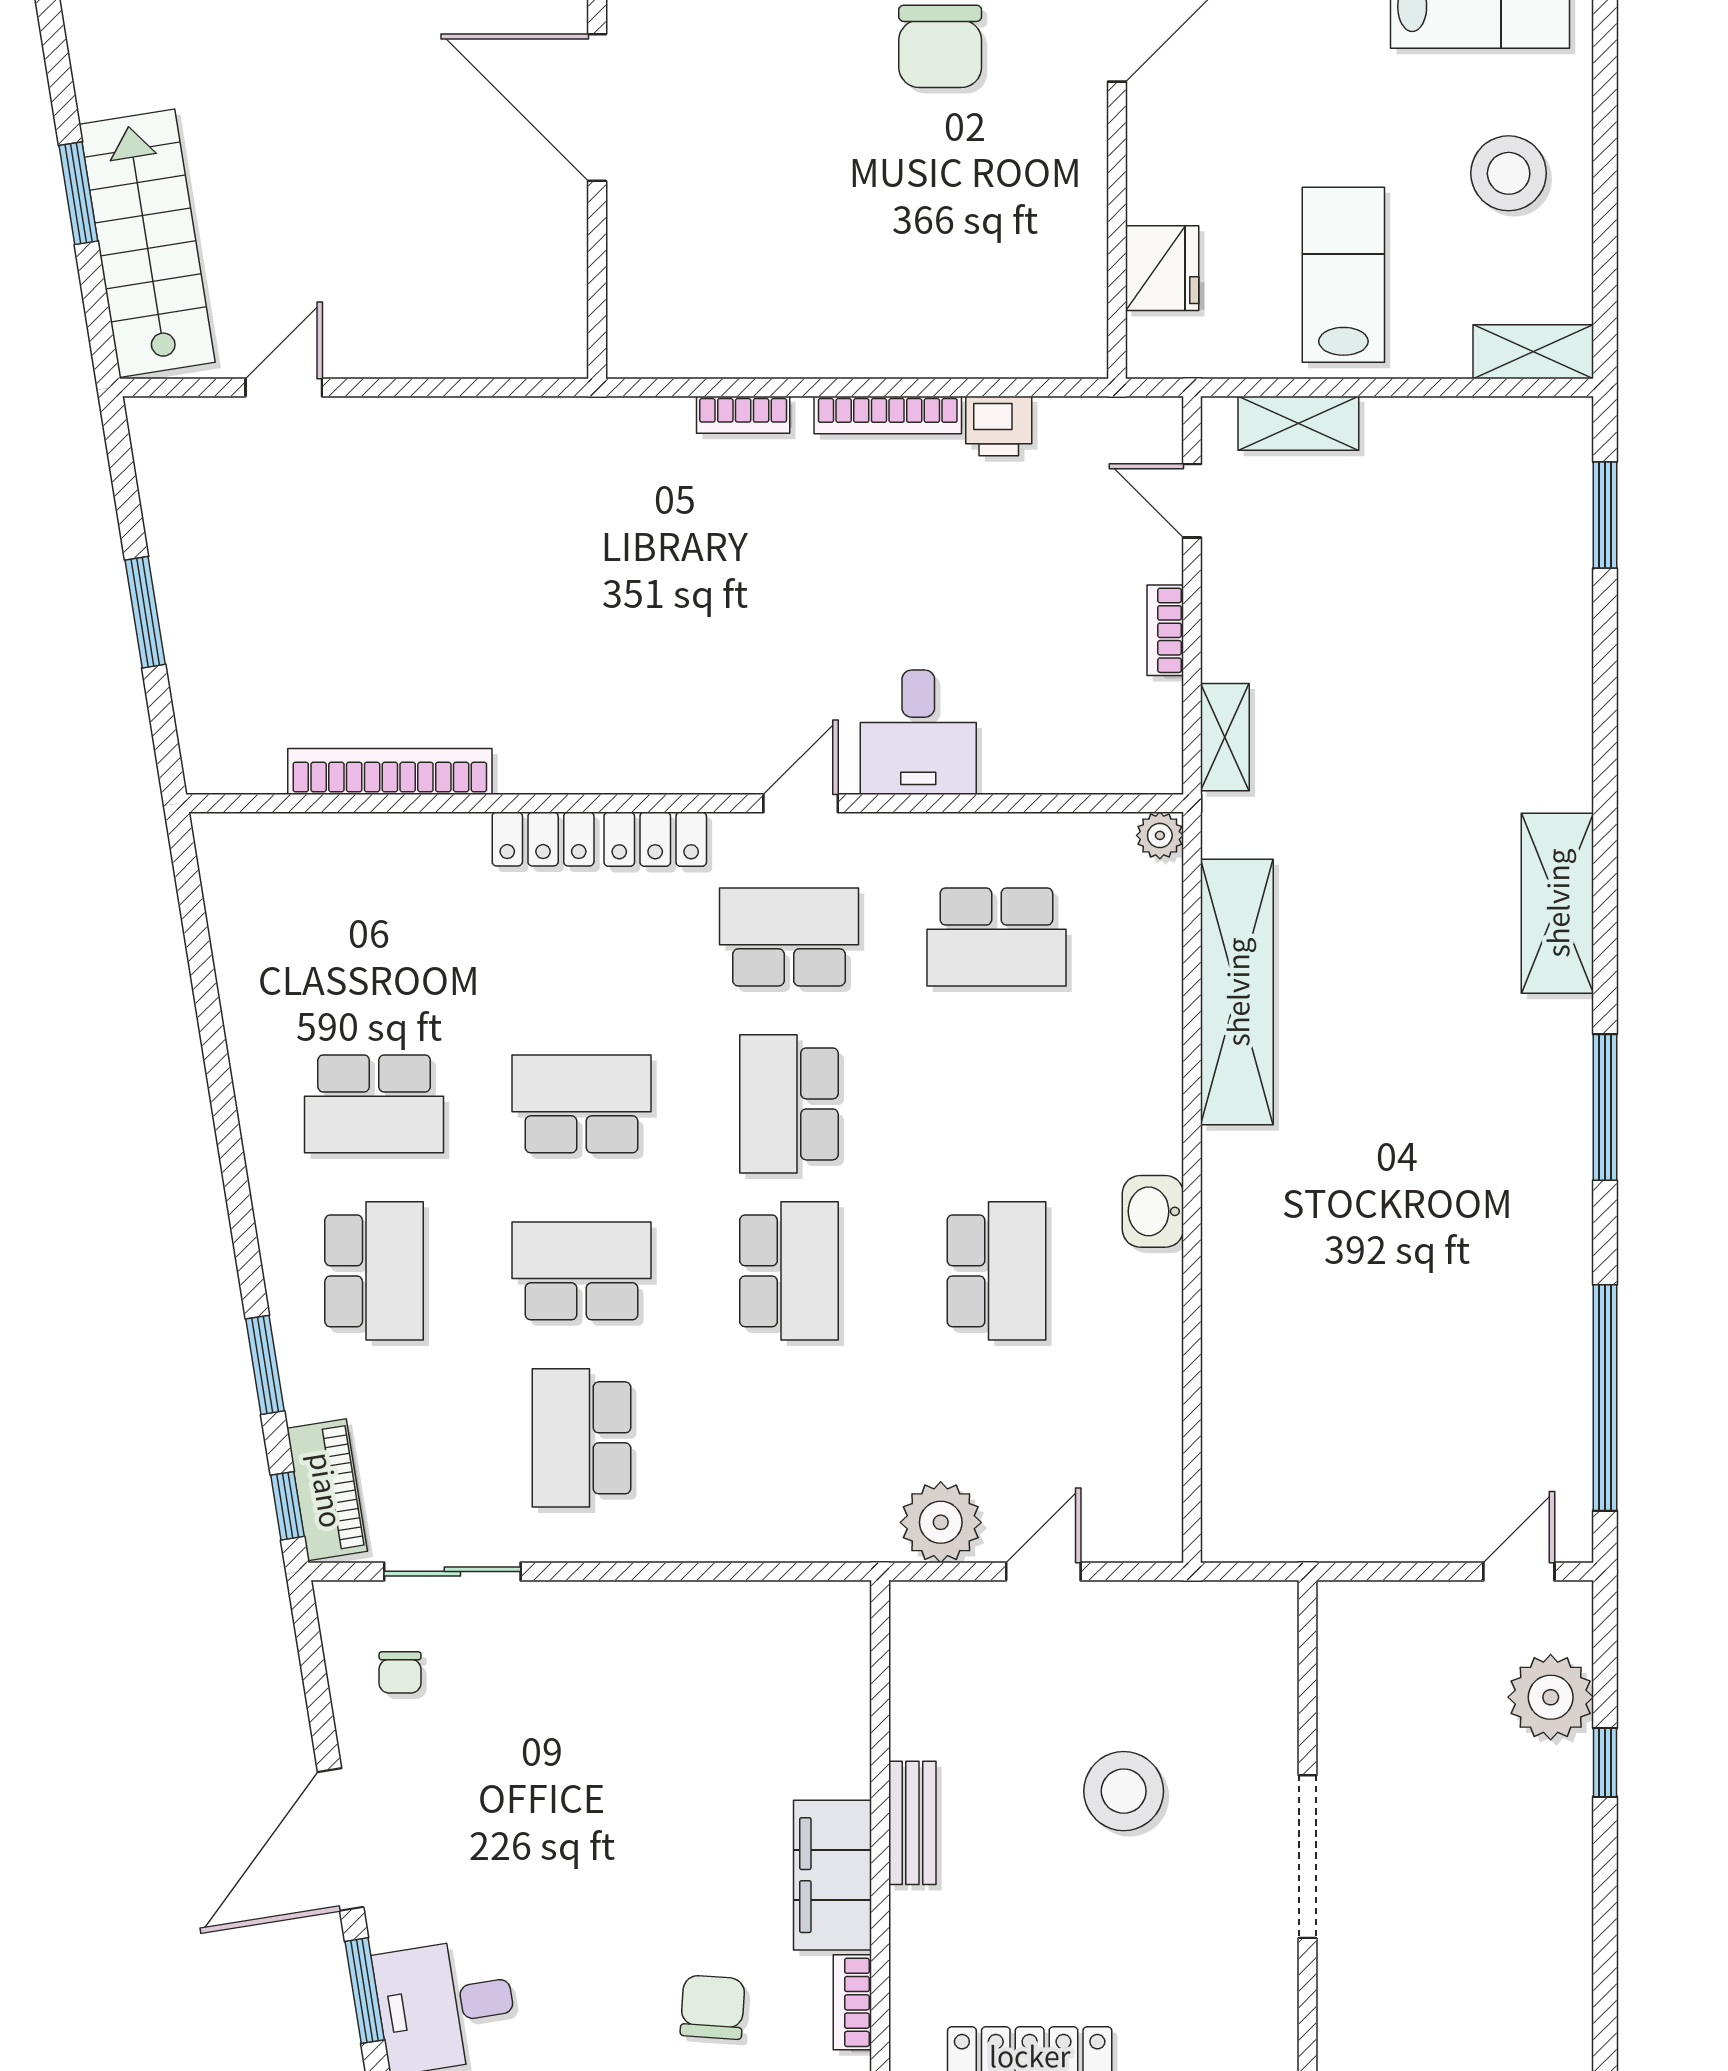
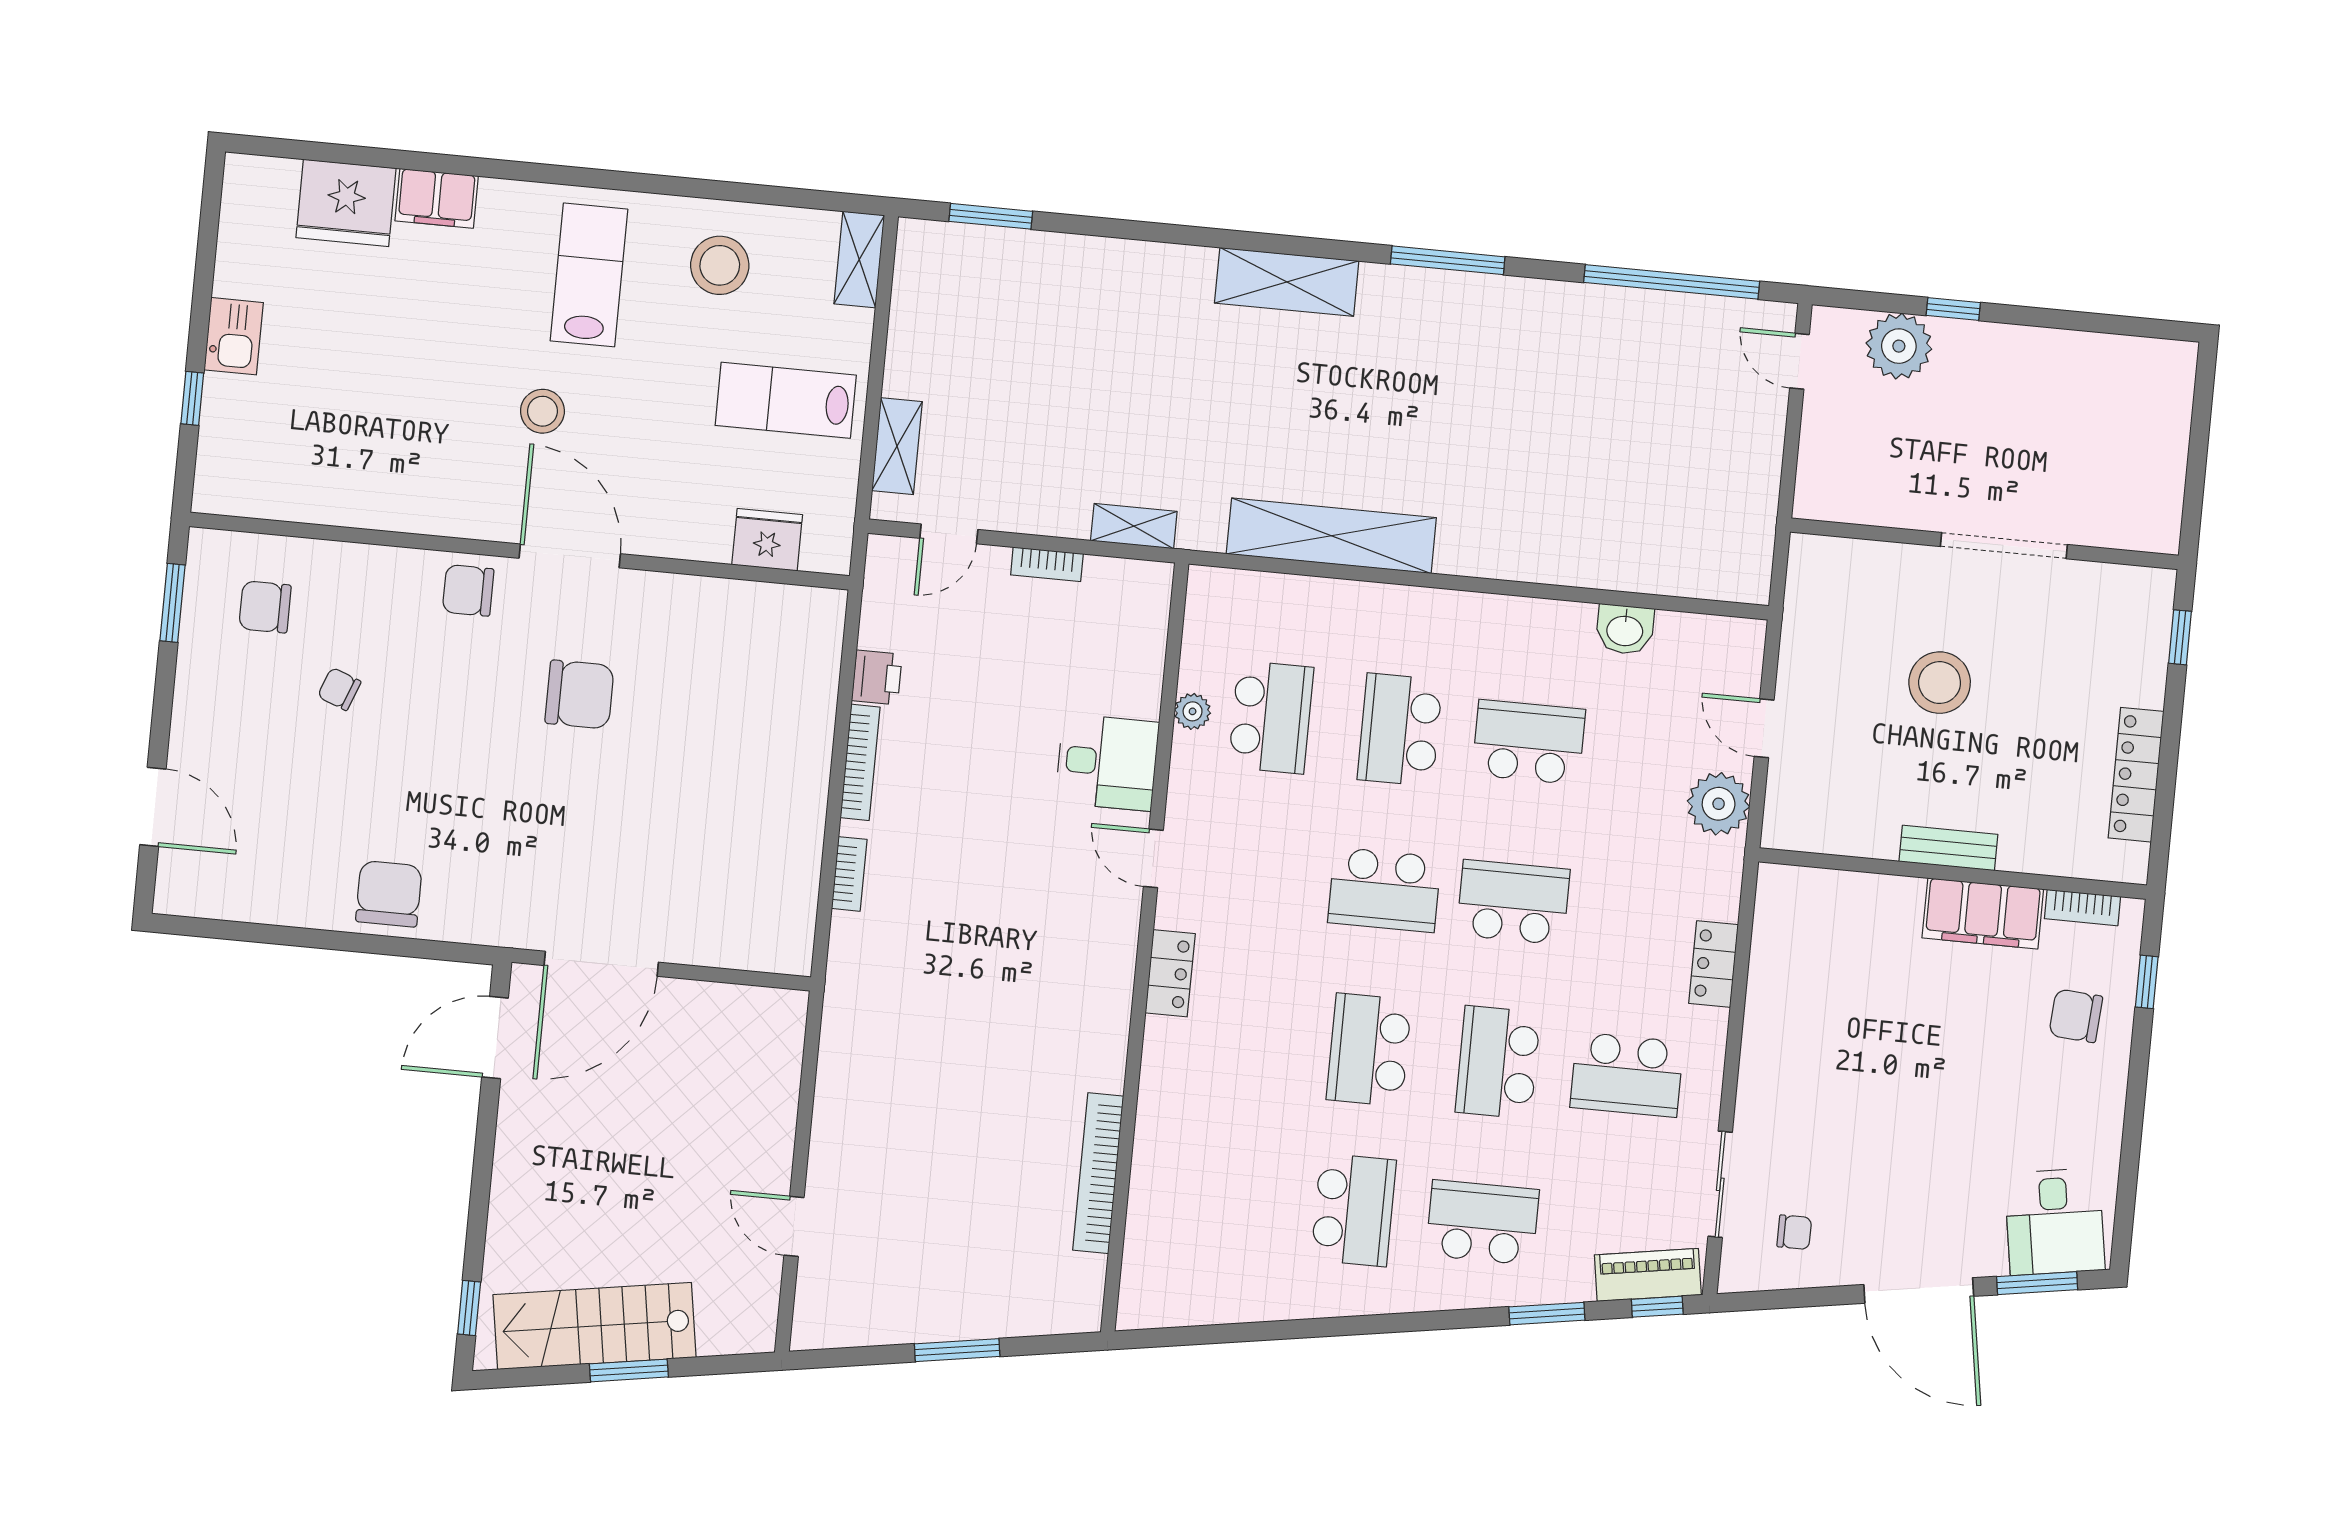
stairs: (147, 243) -> (594, 1326), moved
plant: (1160, 835) -> (1193, 711), moved
locker: (543, 839) -> (1714, 964), moved, turned 180
school desk: (789, 937) -> (1400, 730), moved
washbasin: (1153, 1211) -> (1625, 630), moved

